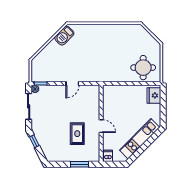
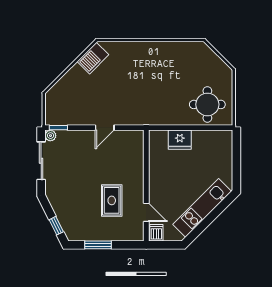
fridge: (154, 95) -> (180, 140), moved, turned -90
door: (101, 126) -> (146, 212), moved
window: (34, 141) -> (56, 226), moved
window: (79, 164) -> (98, 245), moved

